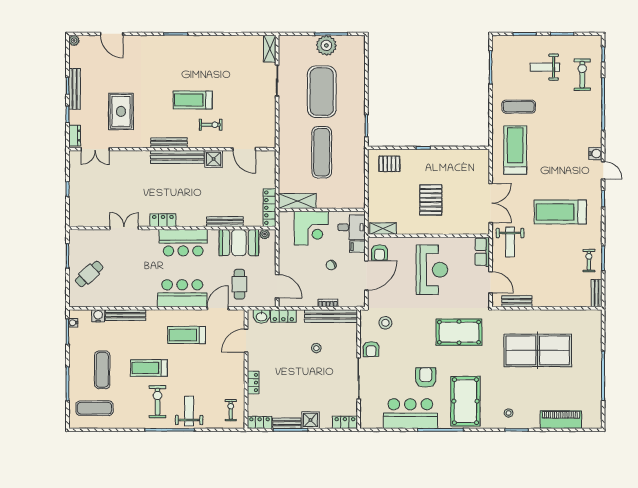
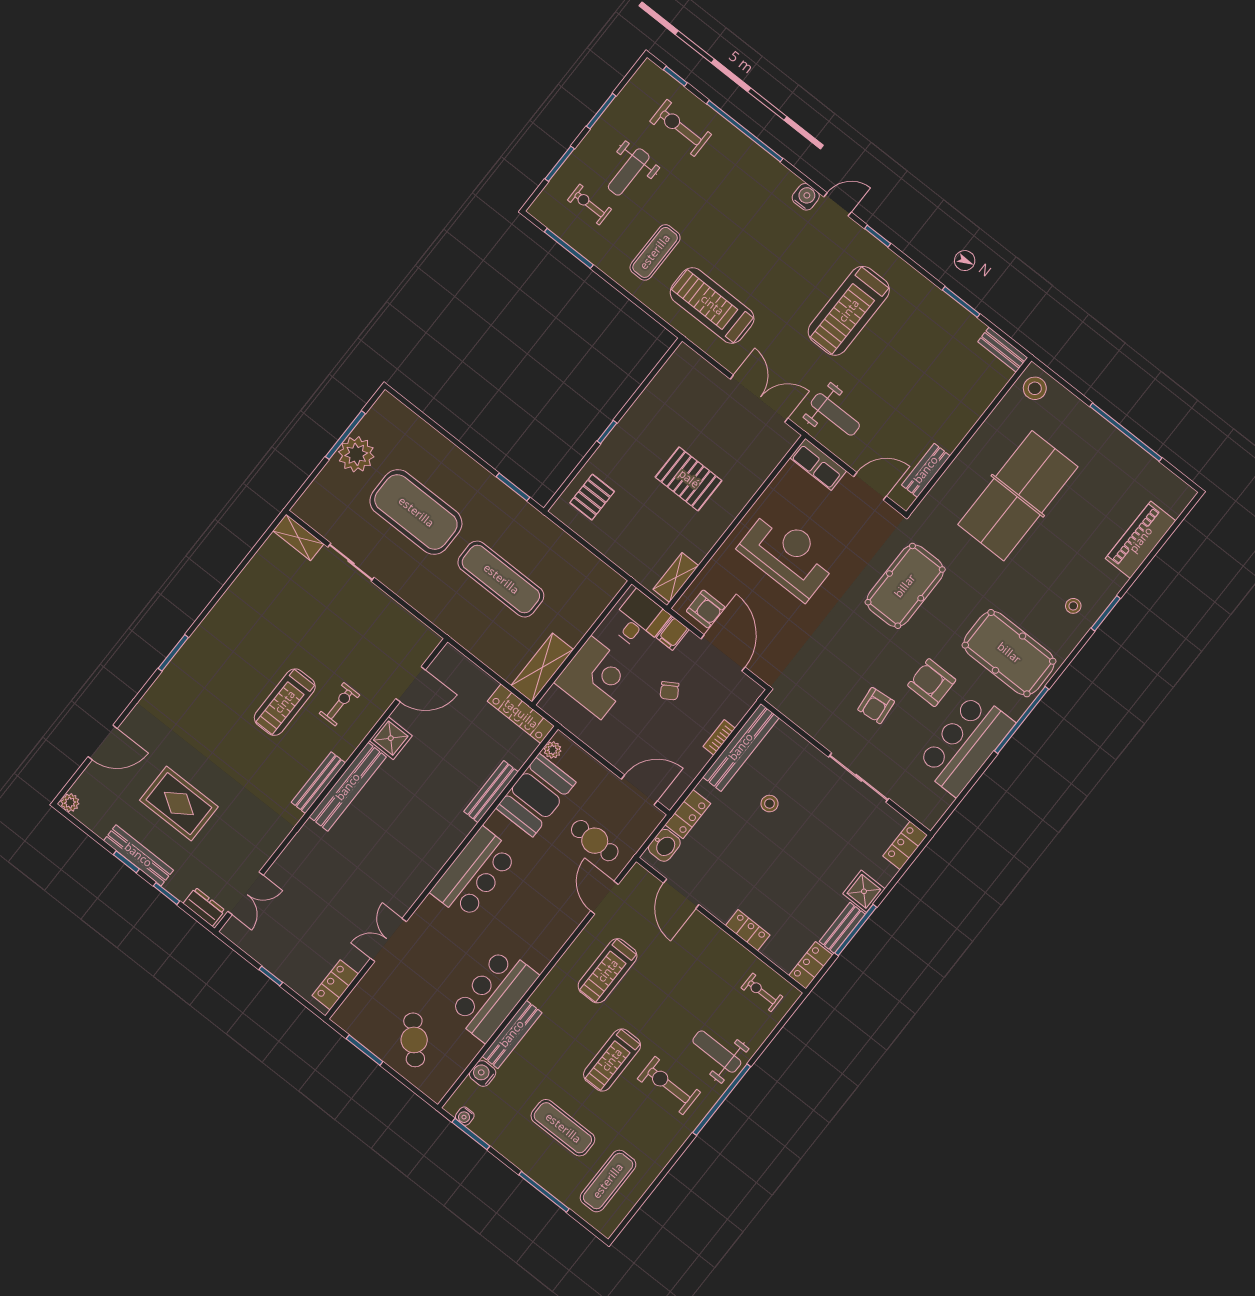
rug: (121, 111) -> (179, 804), moved
locker: (163, 220) -> (335, 985), moved
exercise bike: (589, 261) -> (589, 205), moved
bar counter: (182, 293) -> (494, 995), moved
stool: (385, 323) -> (1035, 388), moved
armchair: (371, 349) -> (876, 706), moved, turned 84

